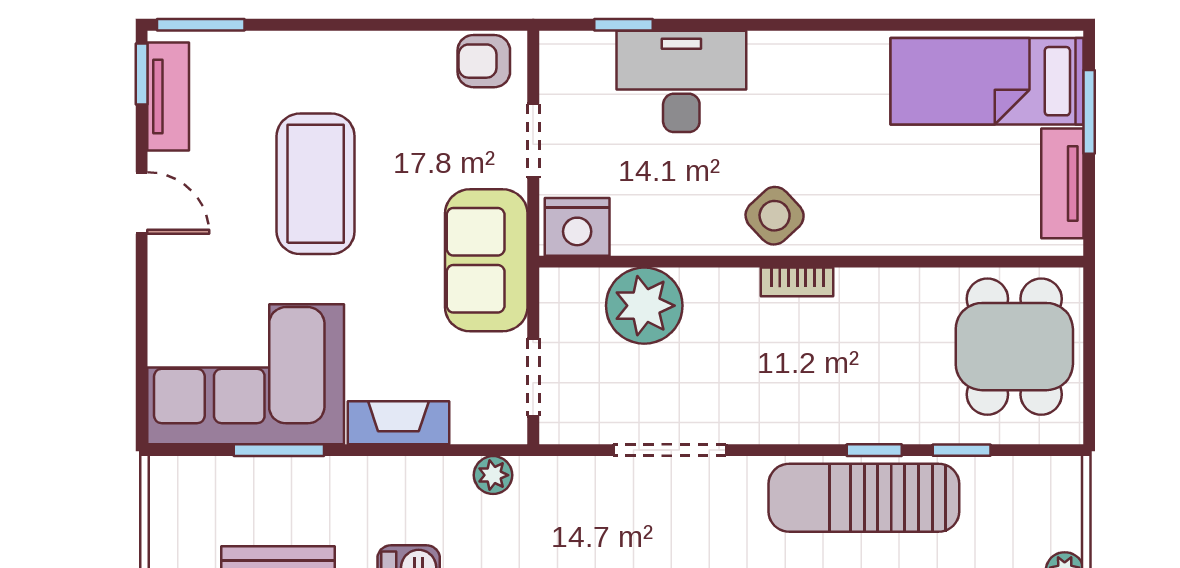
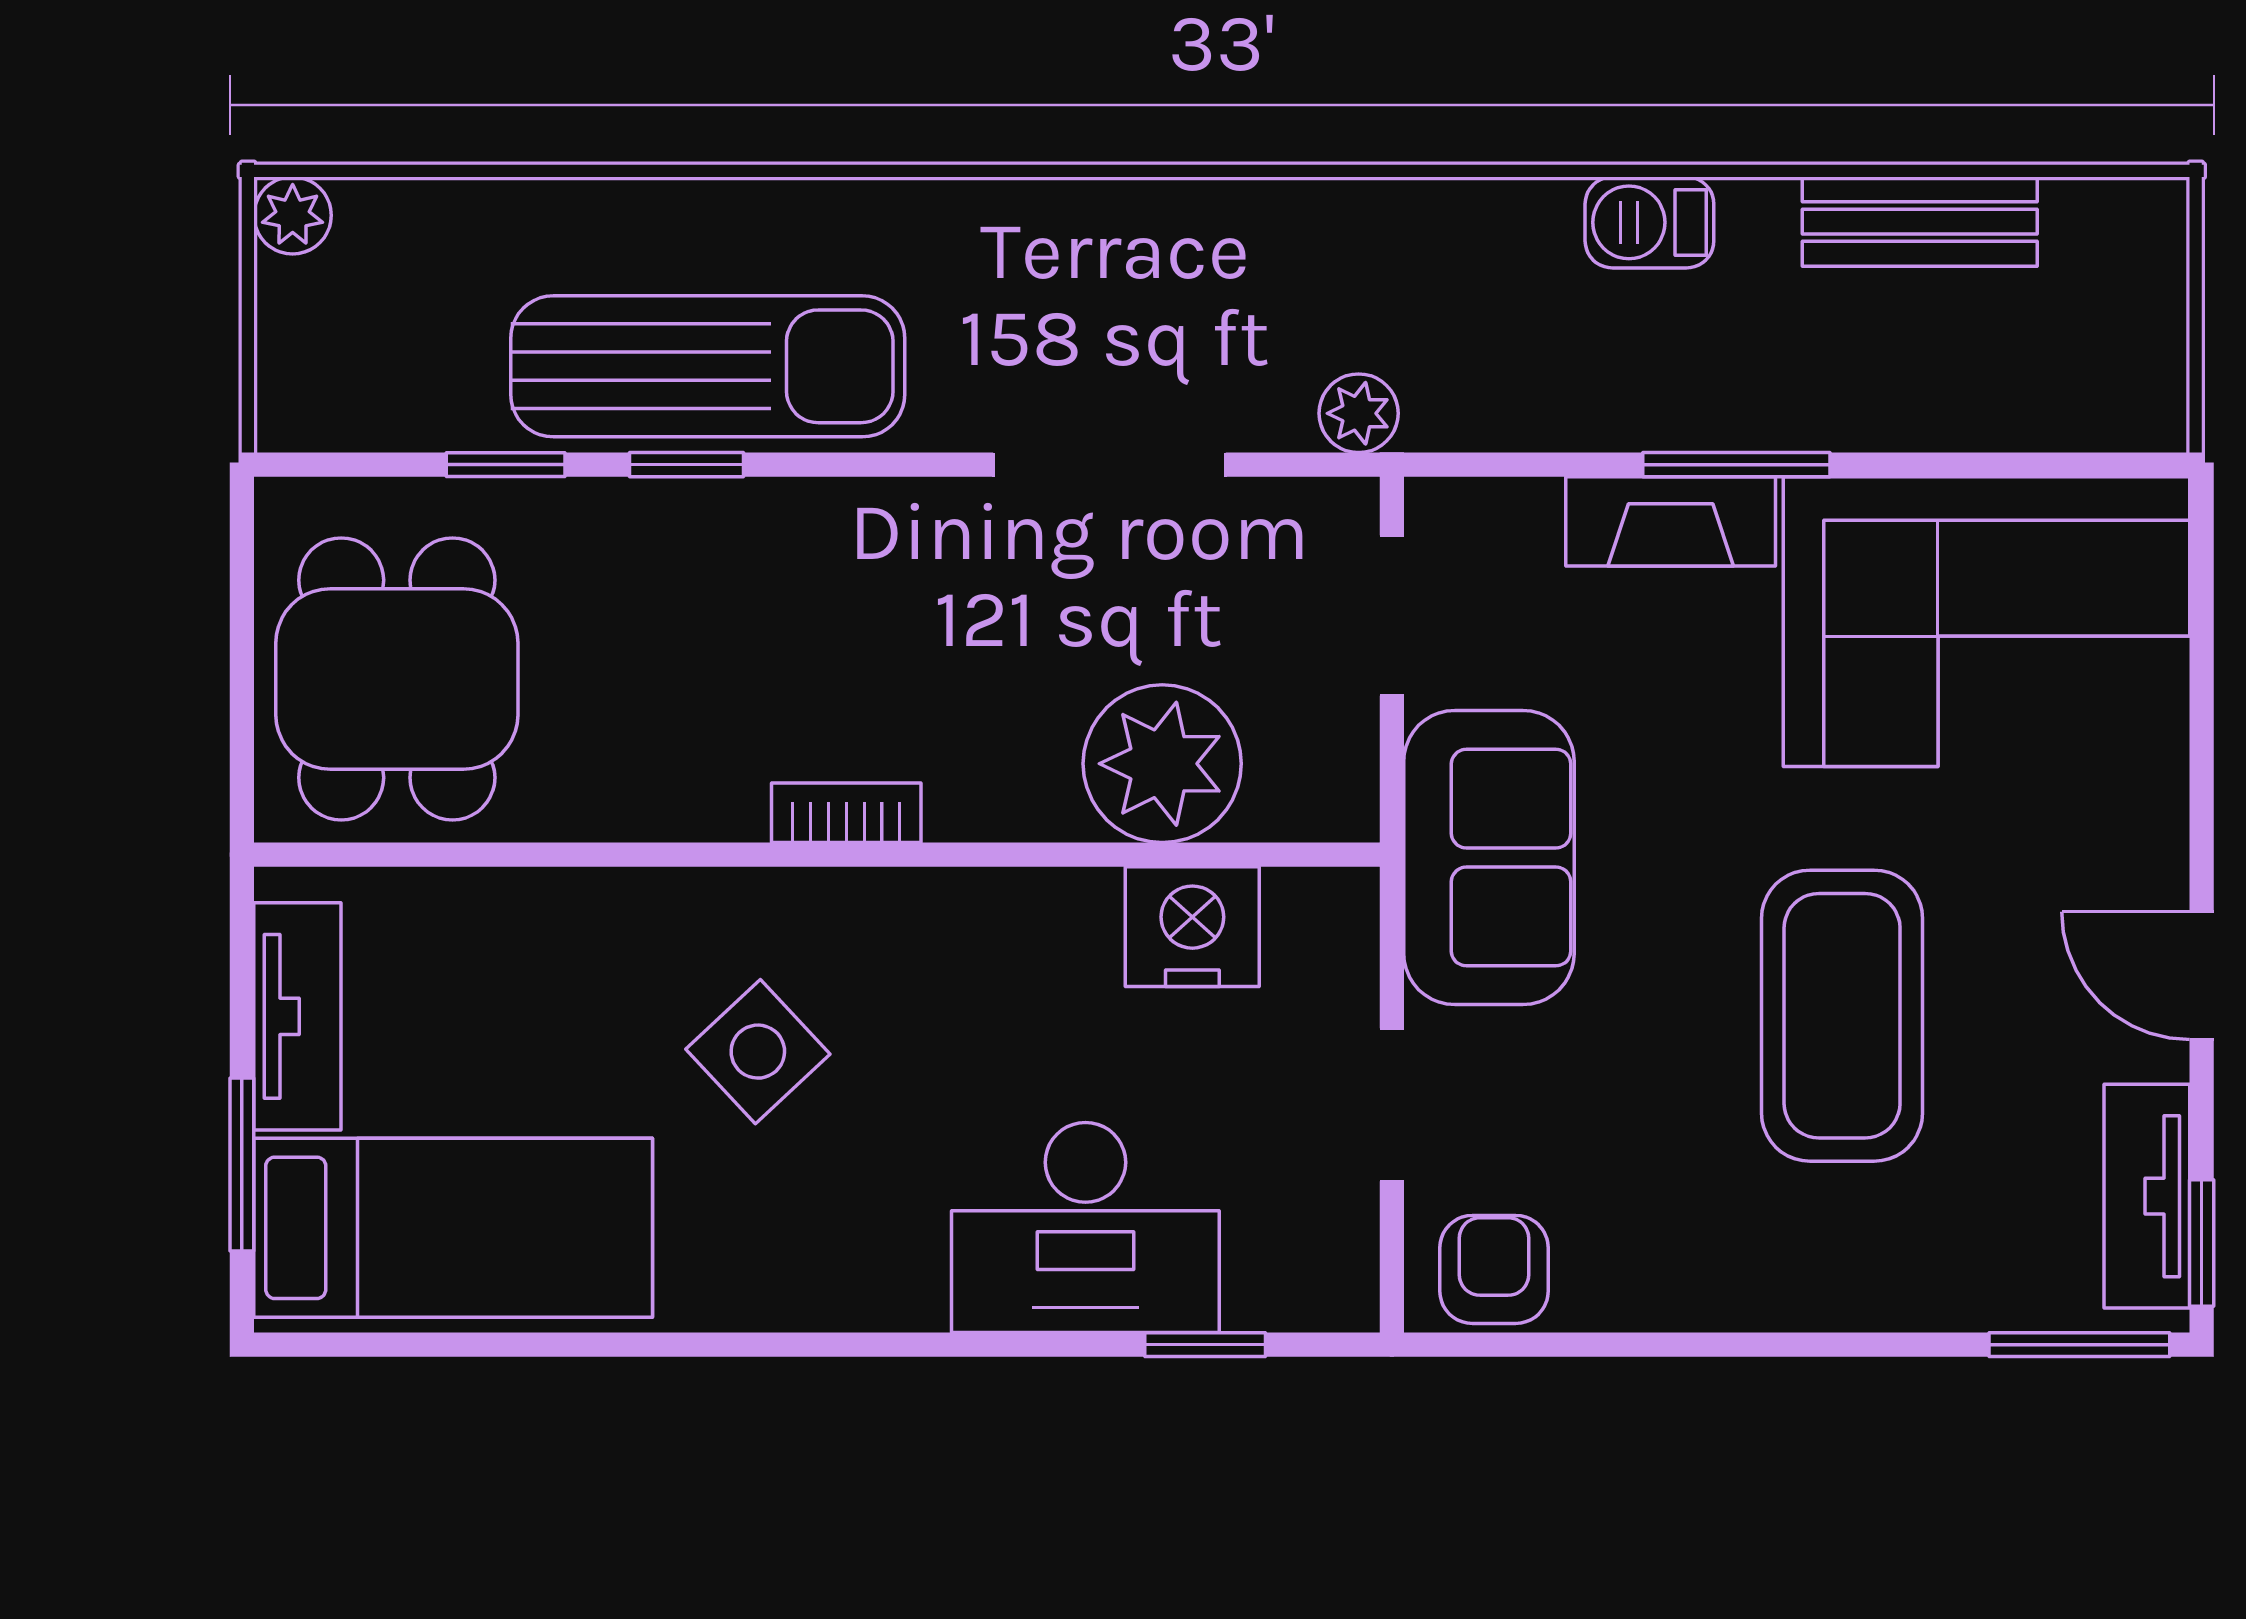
armchair: (484, 61) -> (1494, 1269), turned -90
side table: (775, 216) -> (758, 1052), moved
nightstand: (577, 227) -> (1192, 927), moved
window: (279, 450) -> (1736, 465), moved
plant: (493, 475) -> (1359, 413), moved

